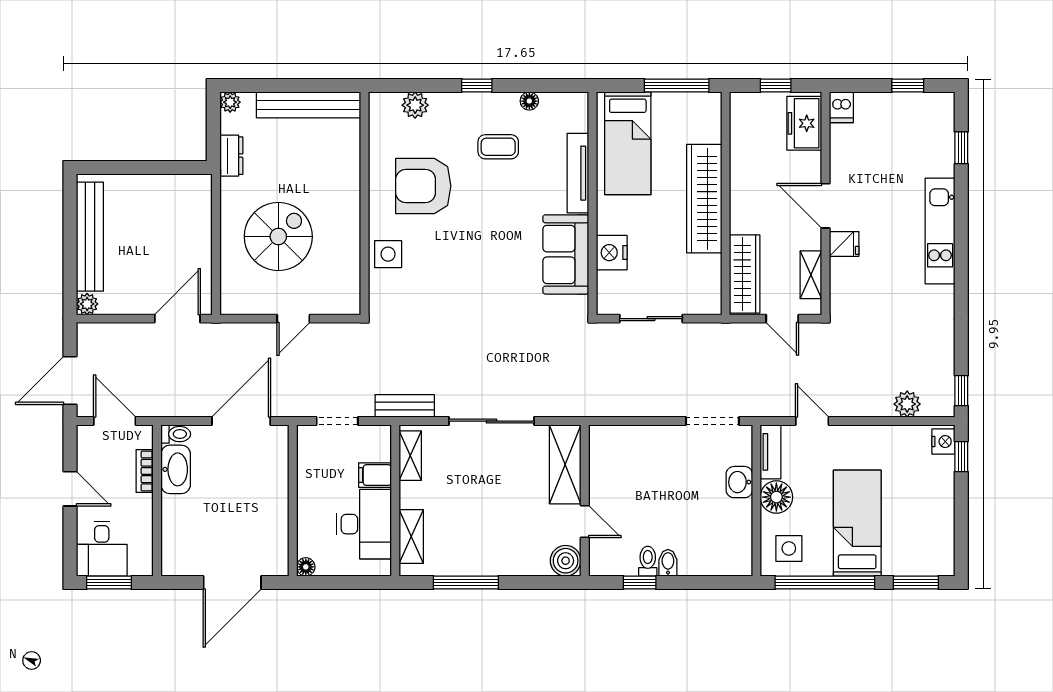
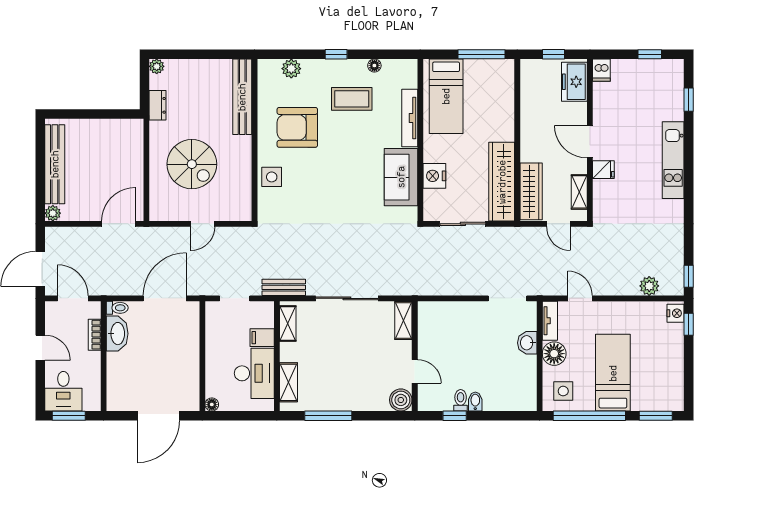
bench: (309, 105) -> (242, 97), moved, turned 90
coffee table: (498, 147) -> (352, 99), width x1.36, depth x1.30
wardrobe: (704, 199) -> (502, 182), moved
spiral stairs: (278, 237) -> (192, 164), turned 90
shelving: (565, 465) -> (403, 320), width x0.67, depth x0.75

